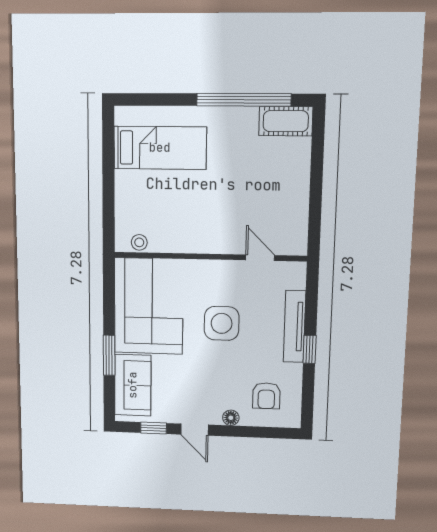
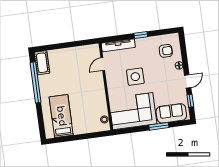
tv unit: (295, 326) -> (118, 45), moved

